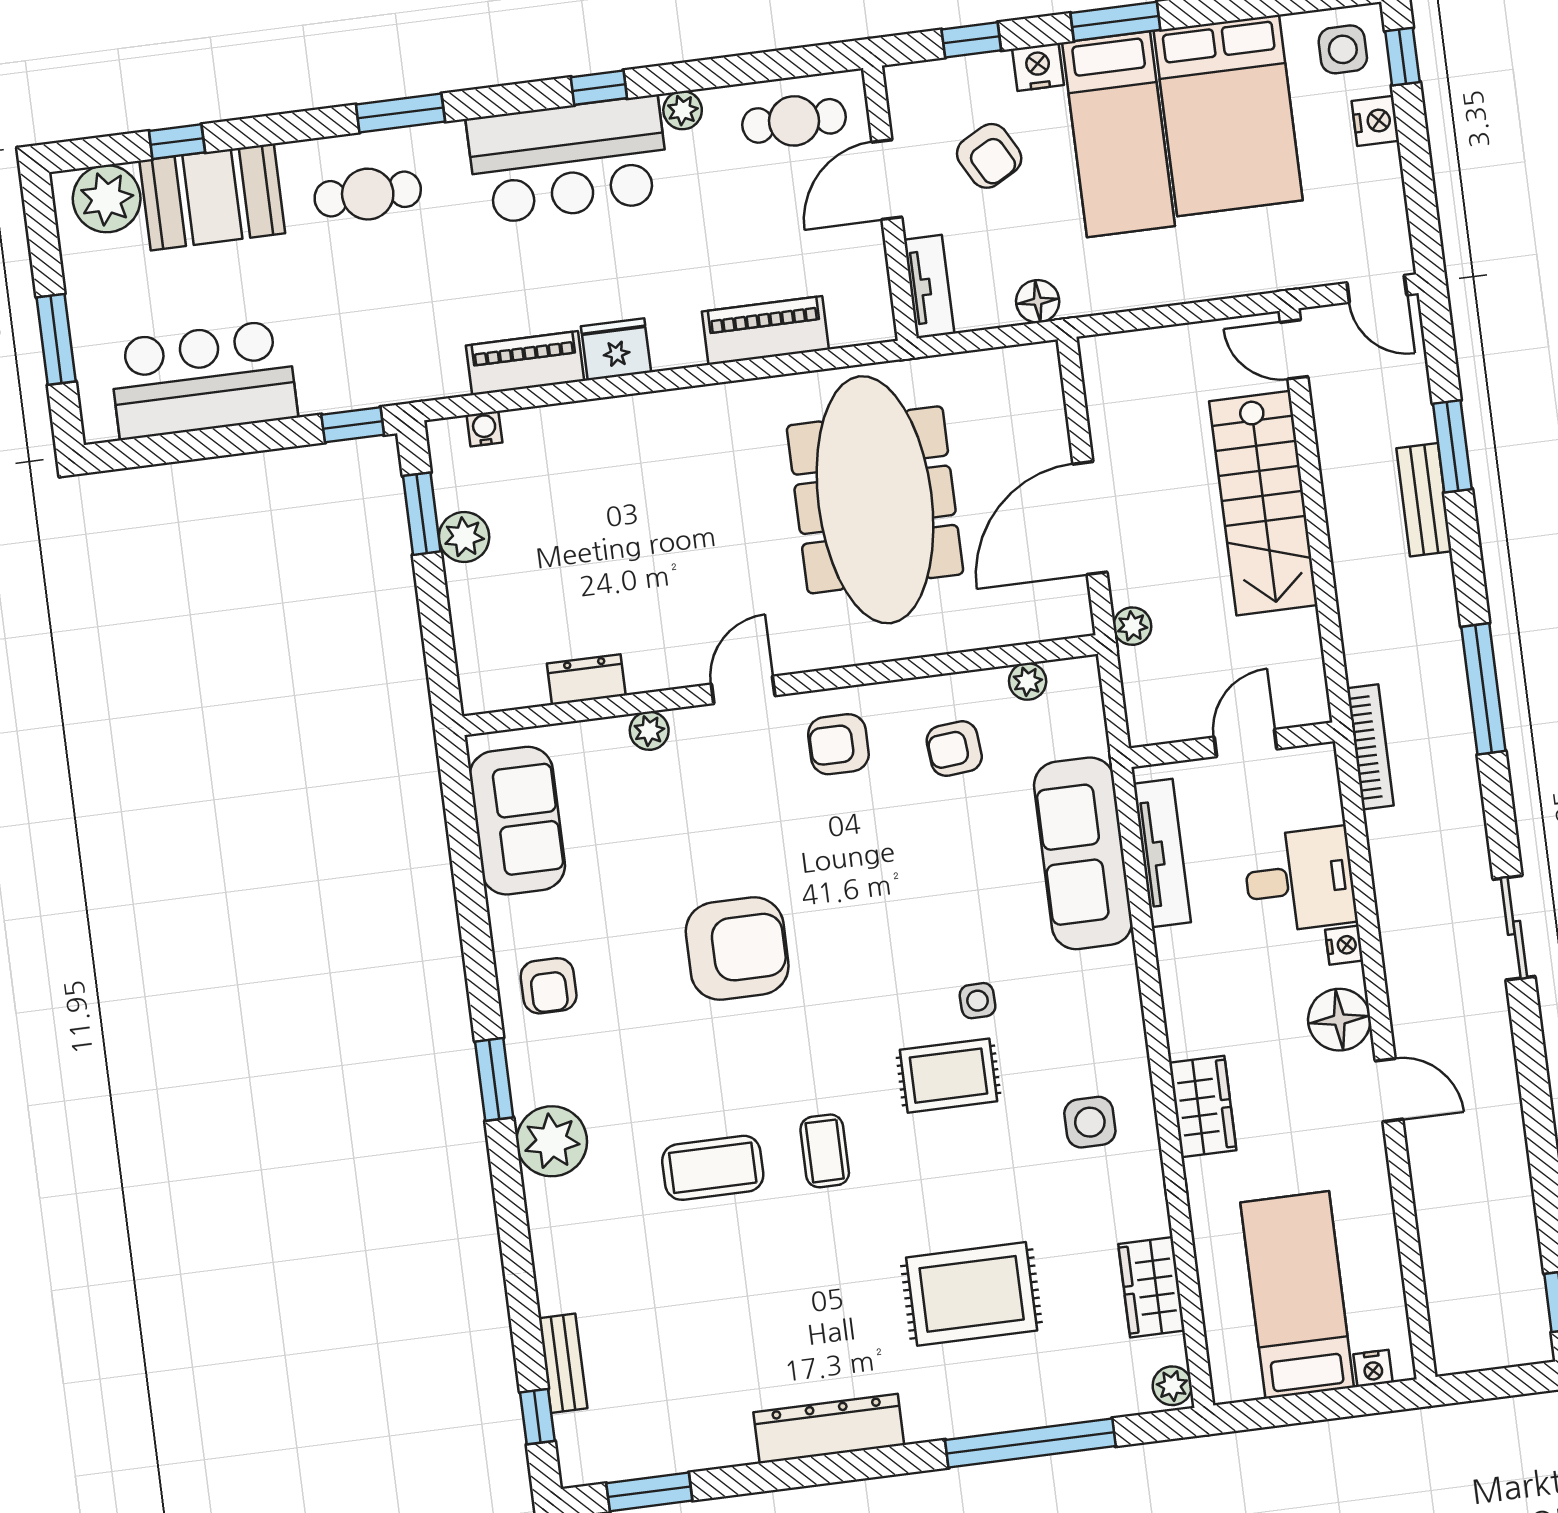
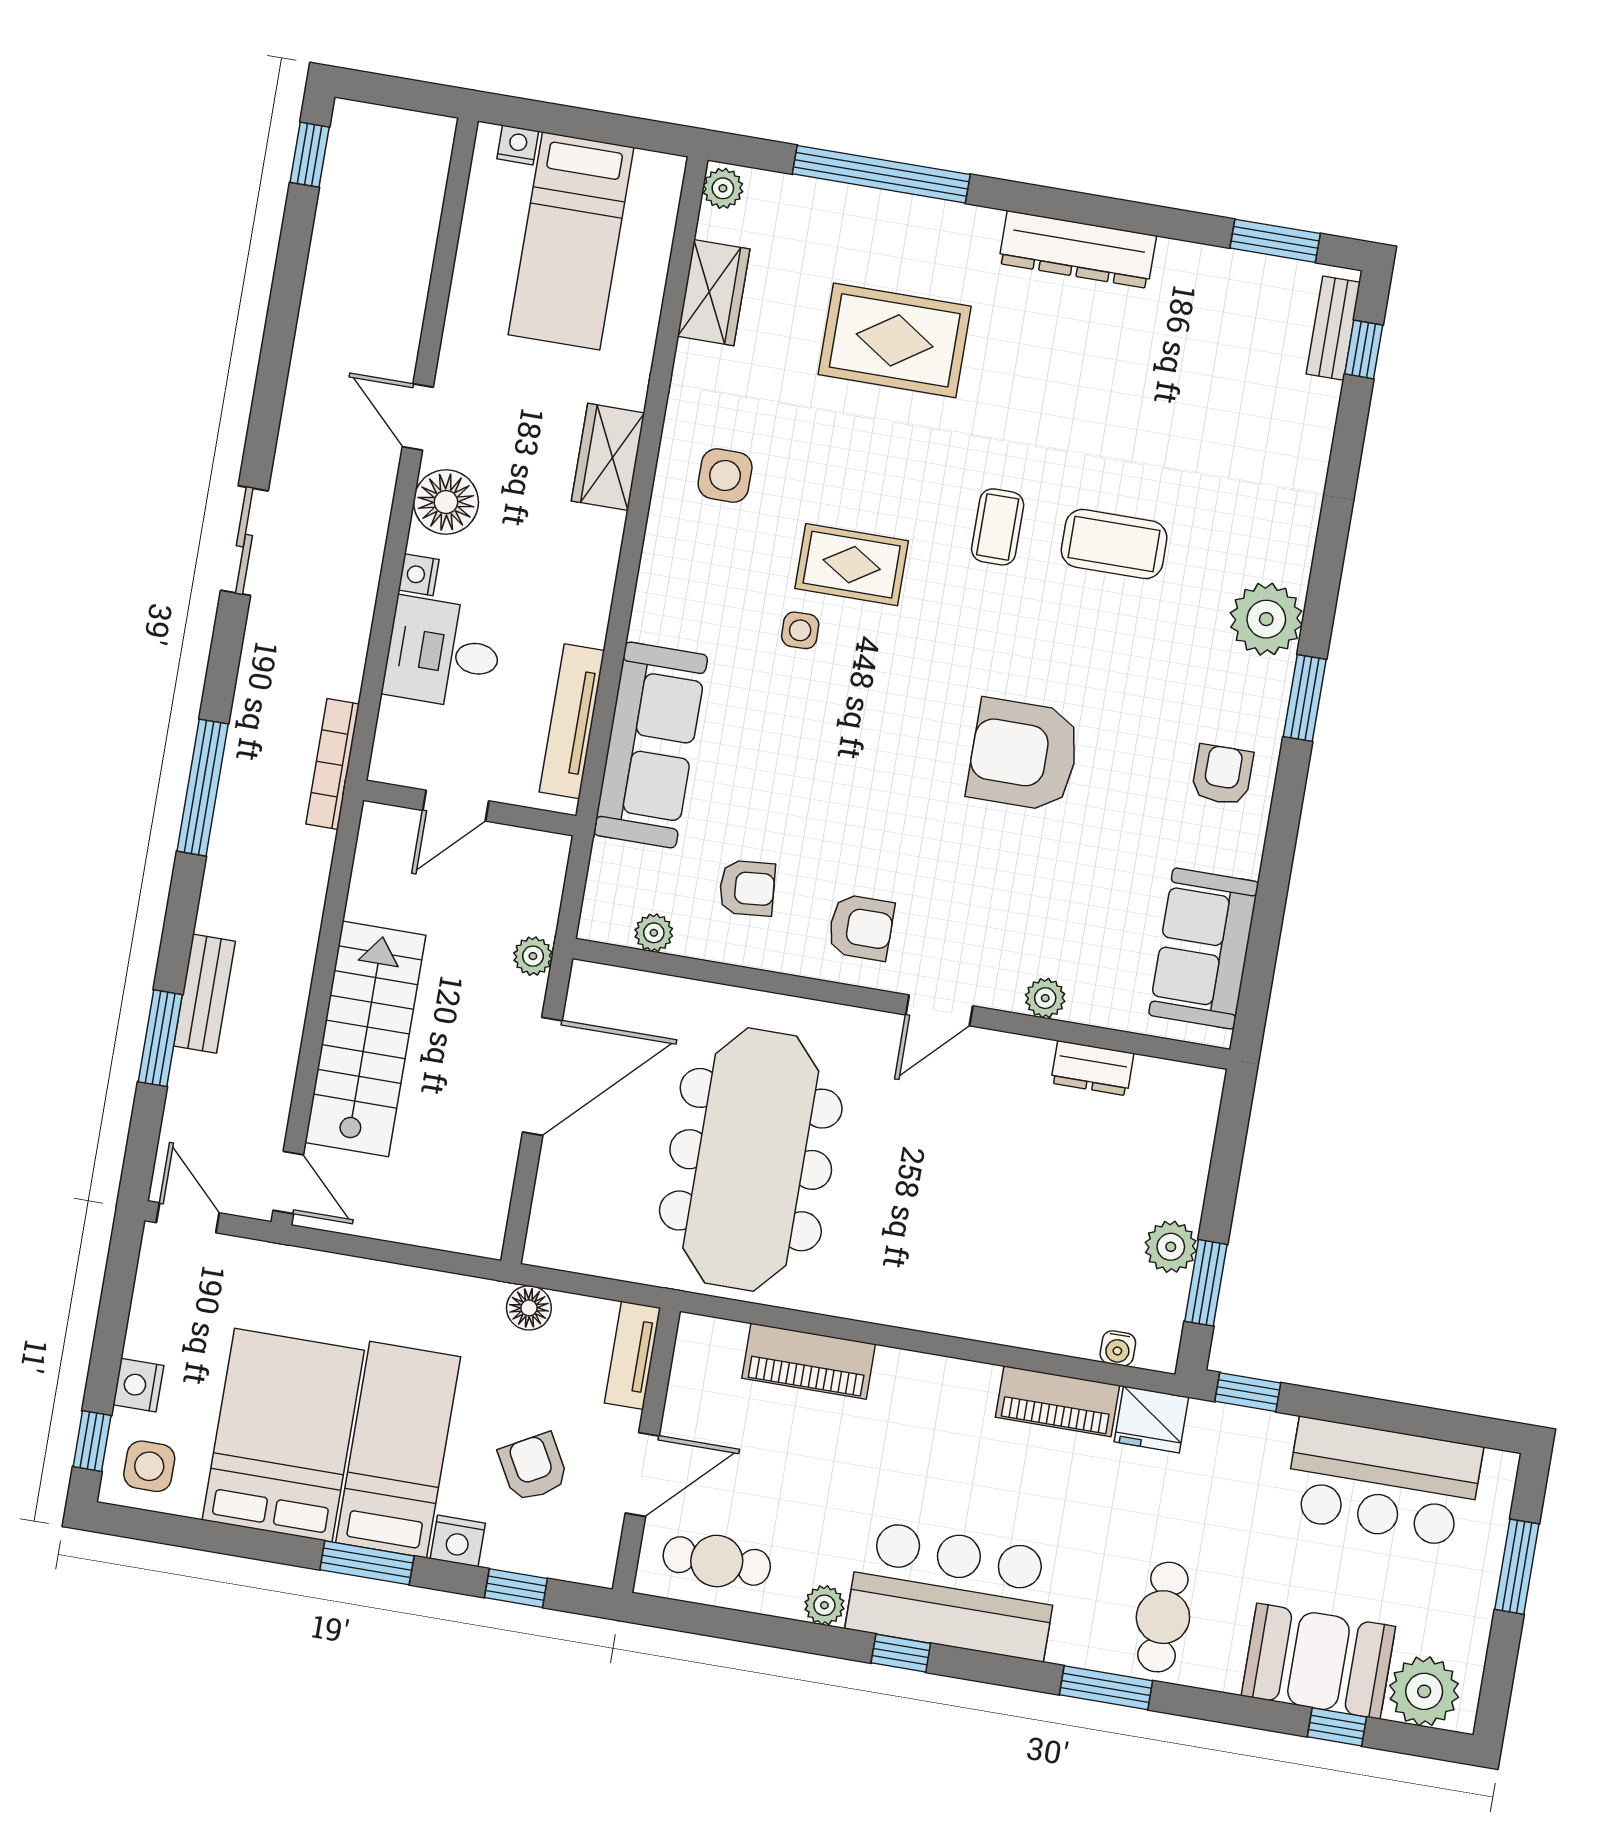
cafe table: (368, 194) -> (1163, 1617), turned 90
fridge: (616, 349) -> (1151, 1419), moved
bench: (563, 1363) -> (1333, 328), moved

